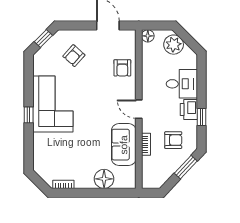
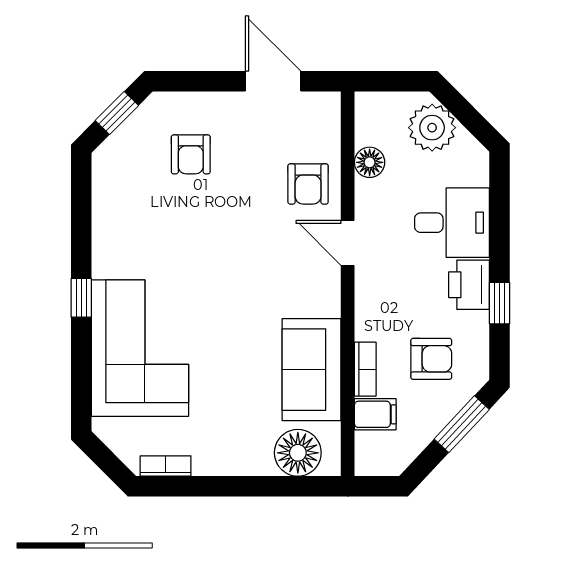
floor lamp: (148, 36) -> (370, 162), moved
armchair: (74, 56) -> (191, 154), turned -42
corner sofa: (53, 104) -> (140, 348), moved
door: (139, 109) -> (348, 243), moved
filing cabinet: (150, 163) -> (375, 414), added
floor lamp: (104, 179) -> (298, 453), moved

